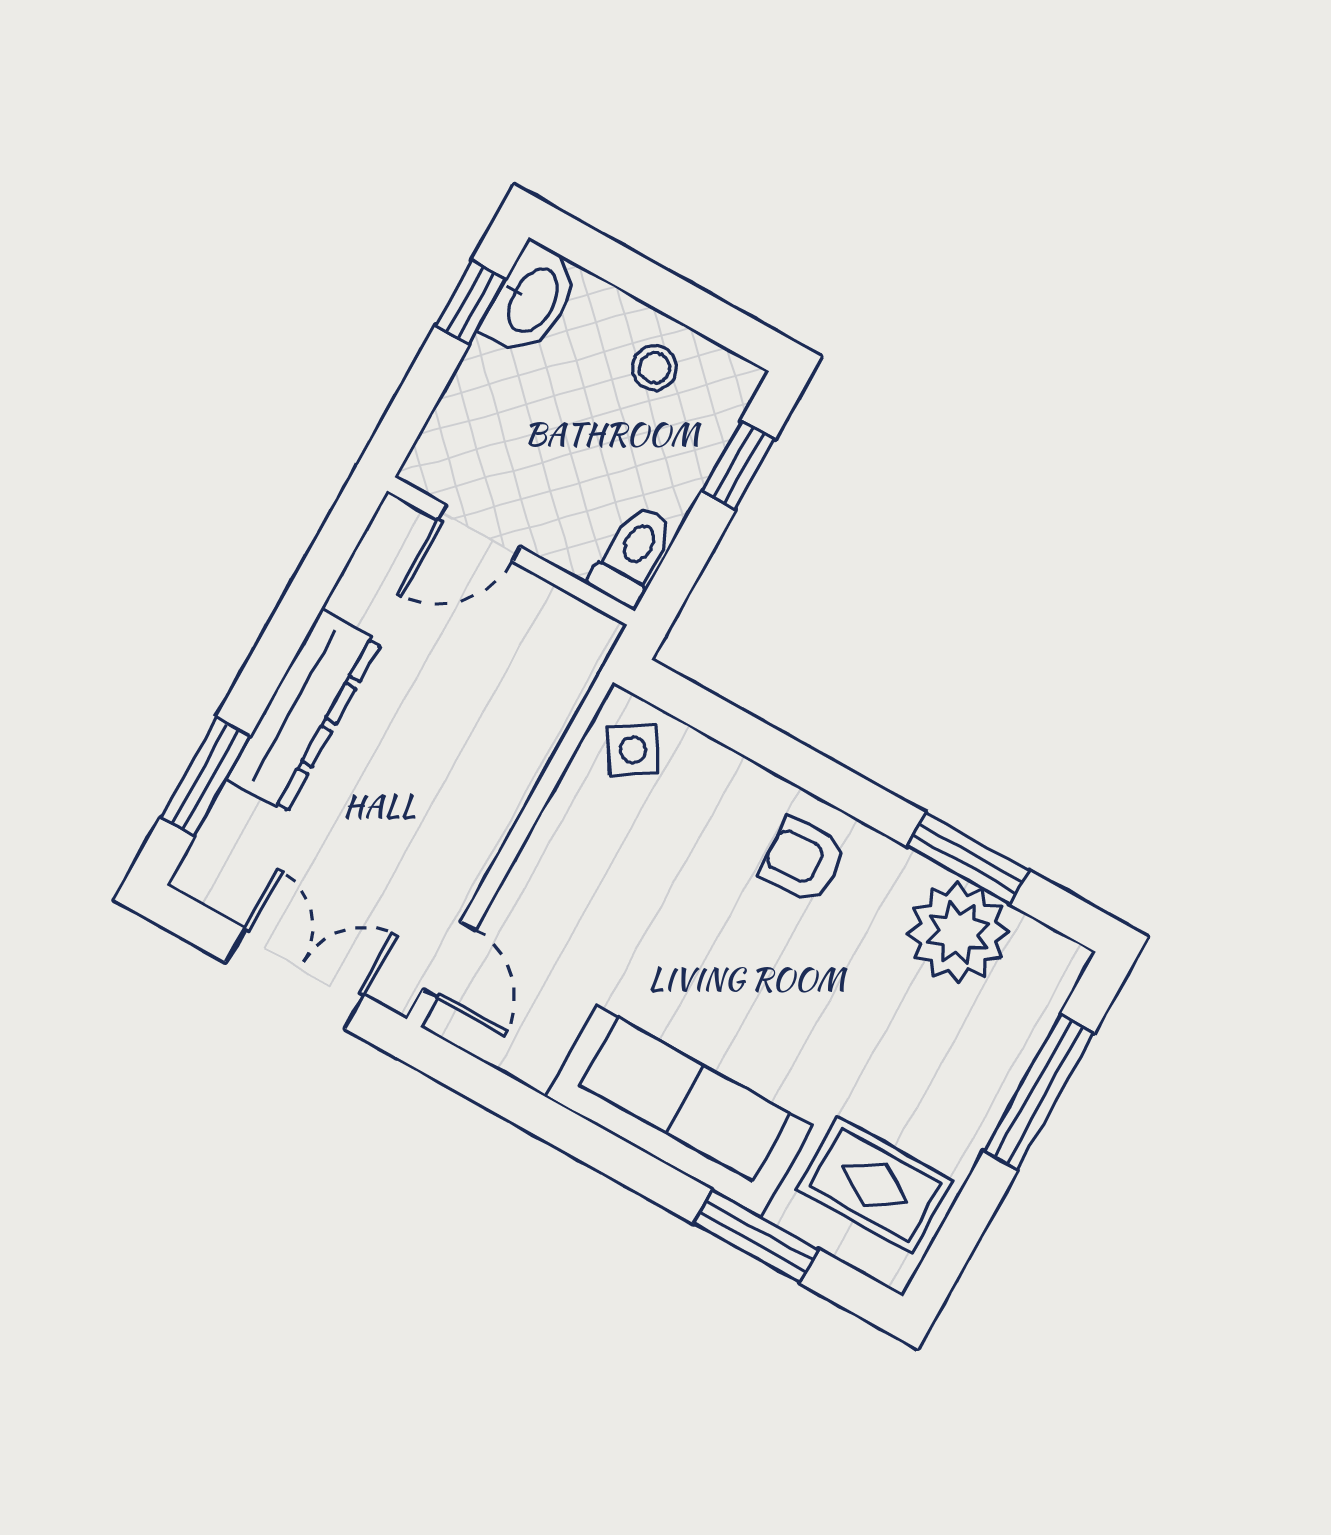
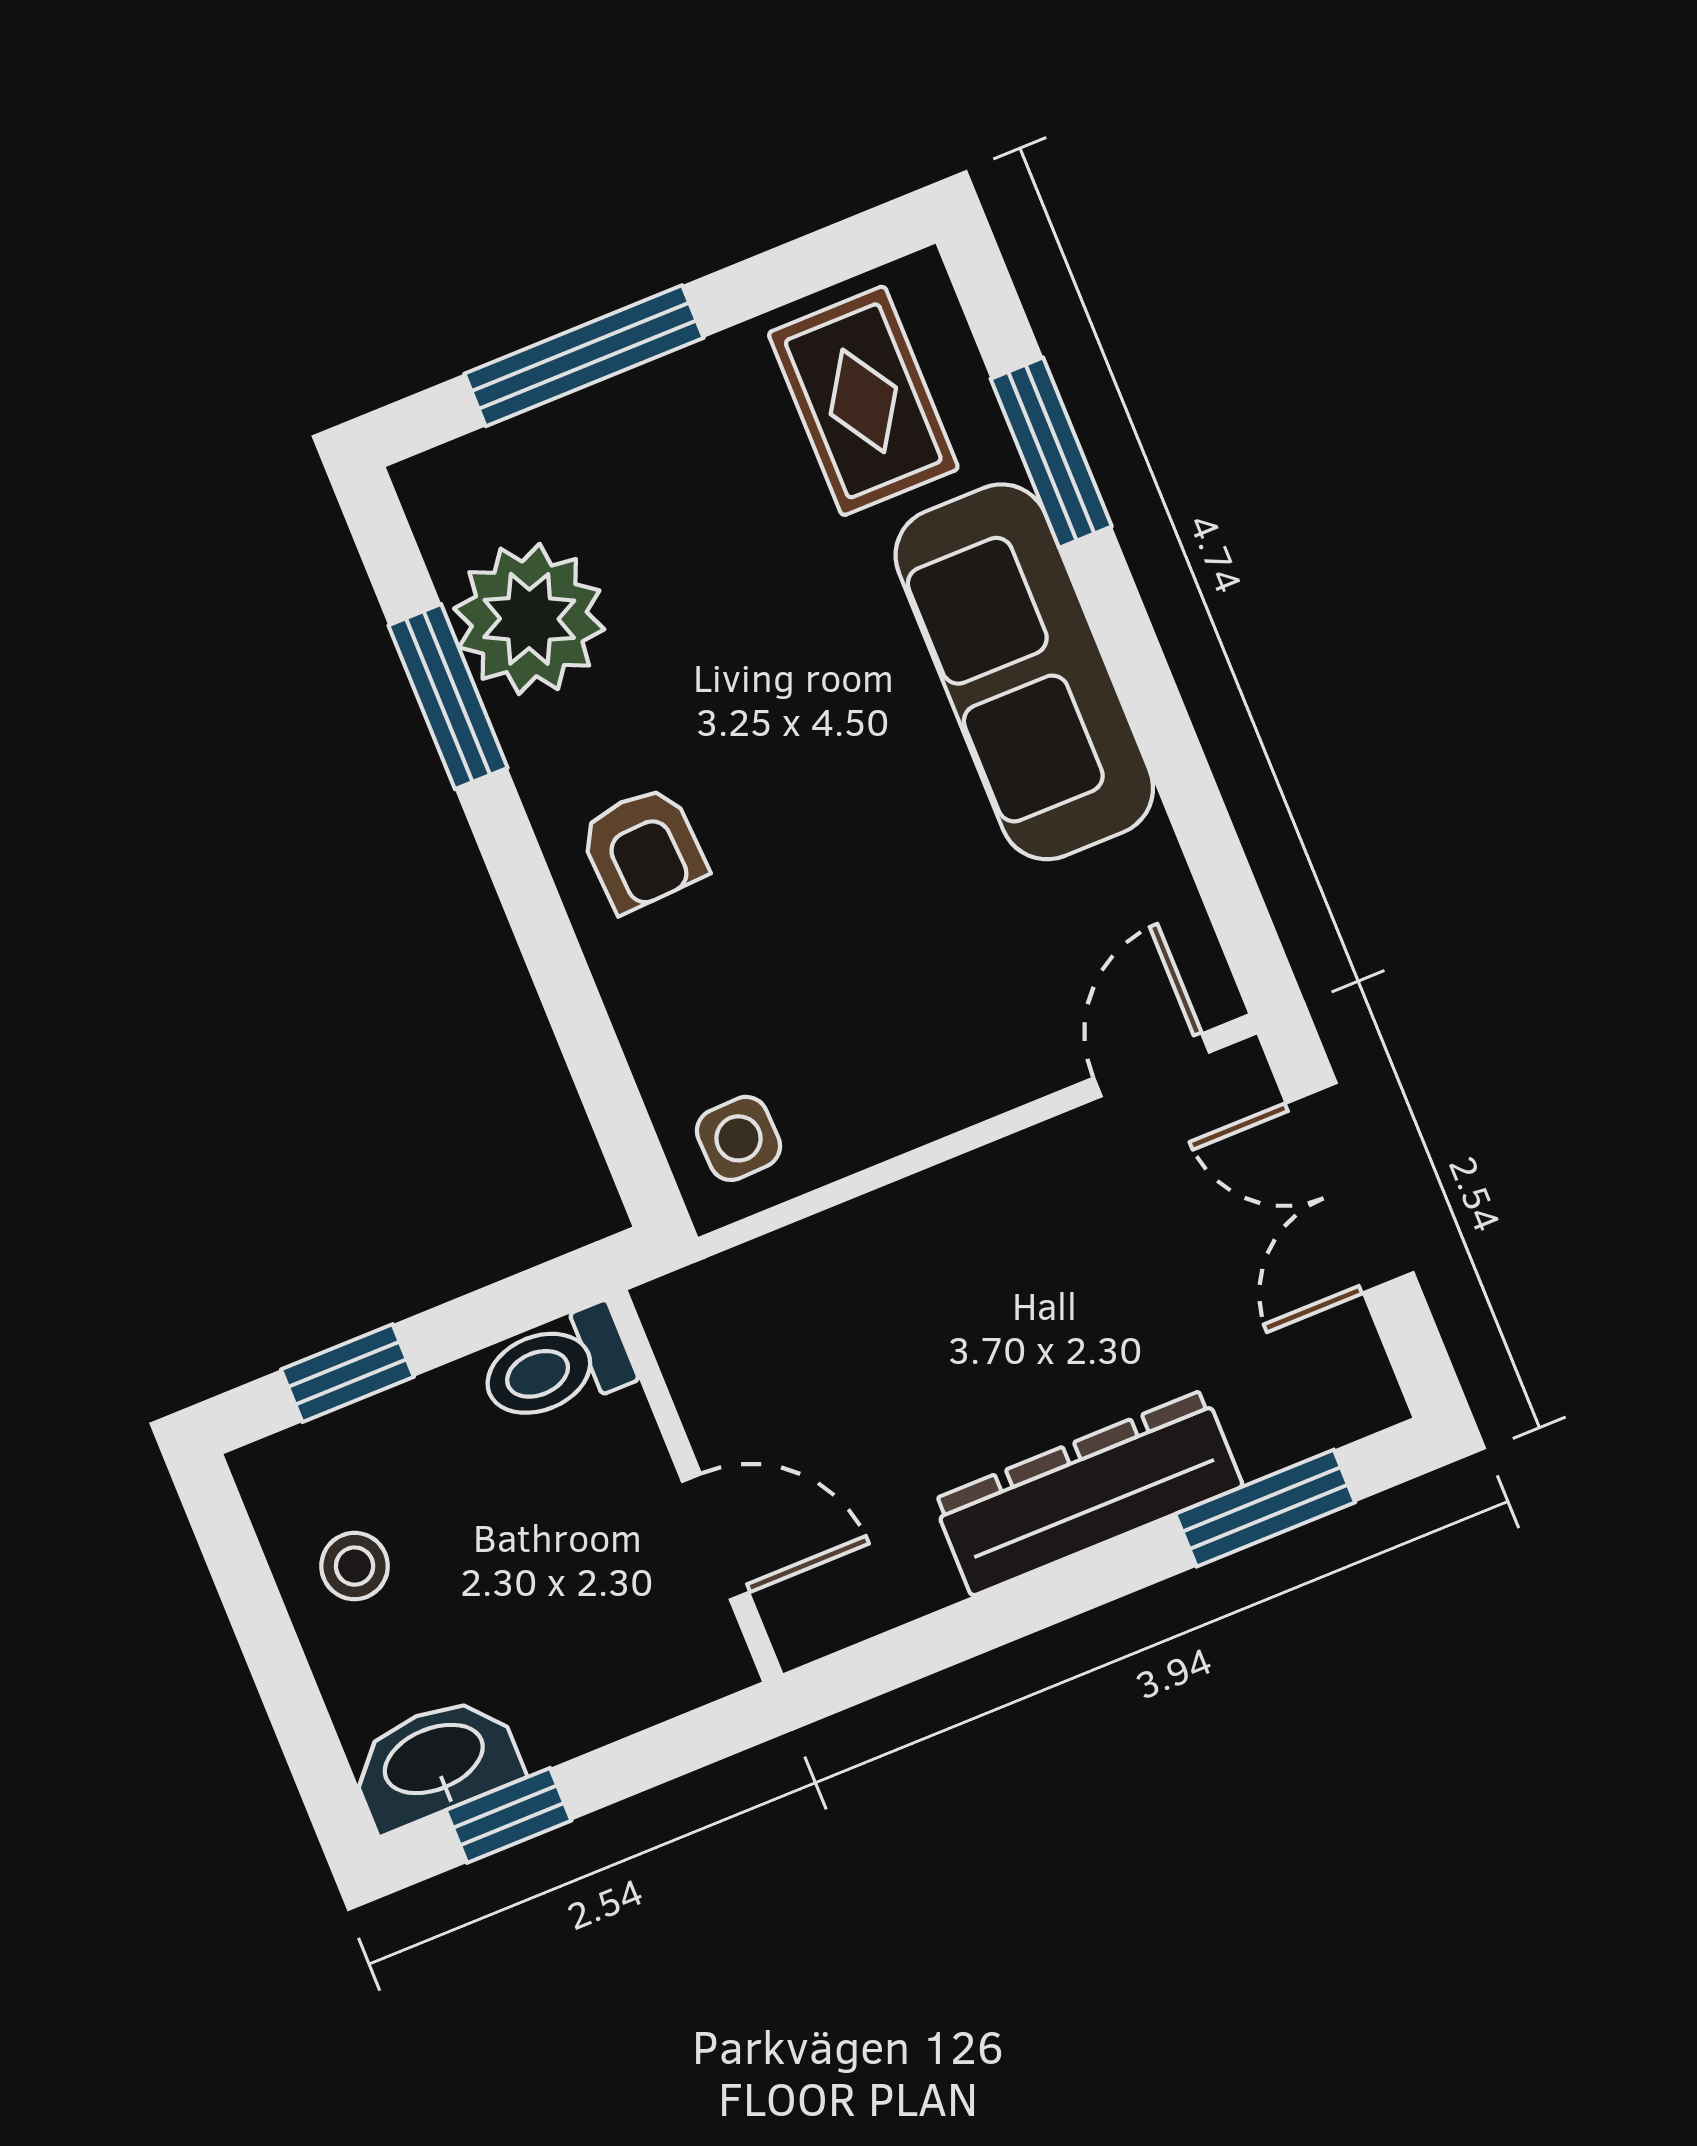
side table: (633, 750) -> (738, 1138), turned 30

